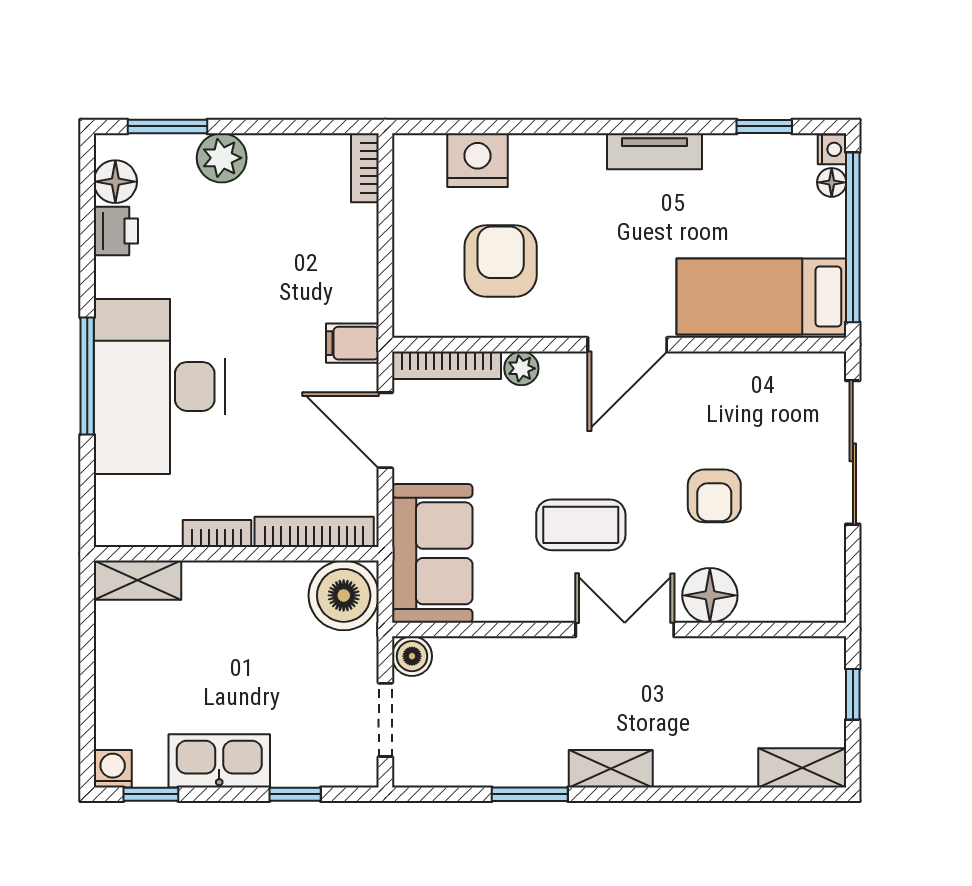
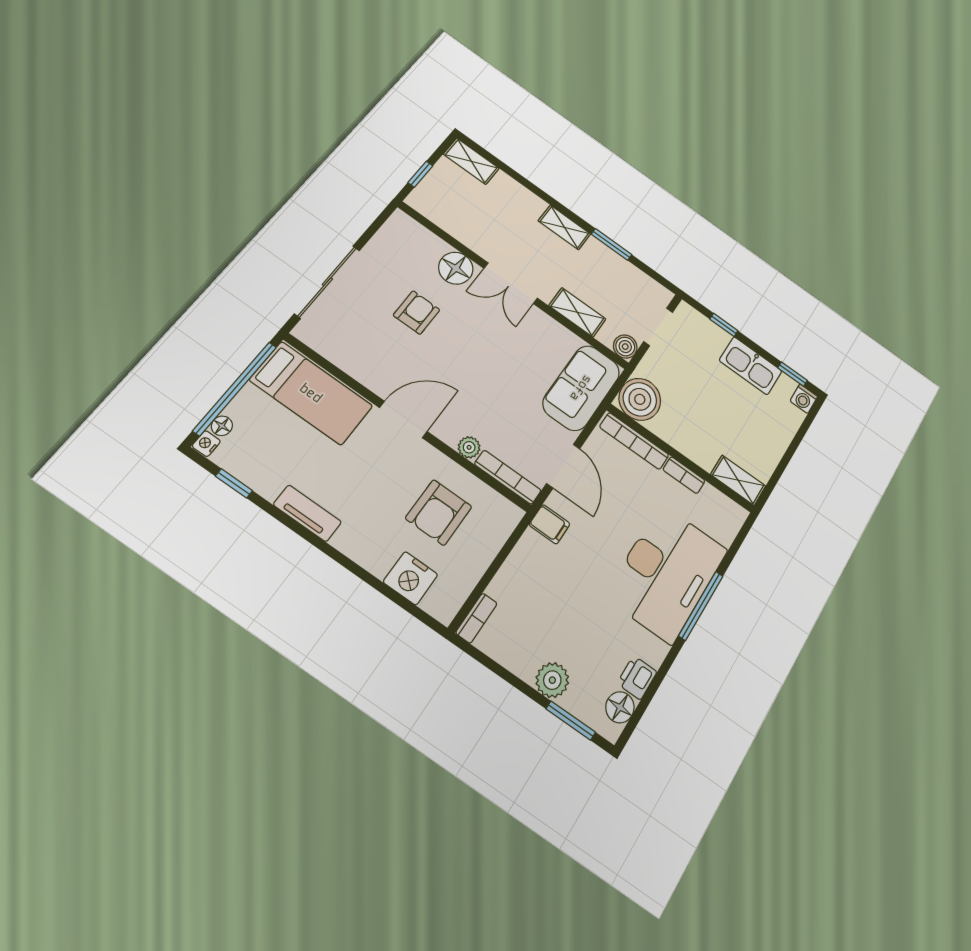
coffee table: (581, 525) -> (496, 348), removed
shelving: (509, 656) -> (577, 312), added

